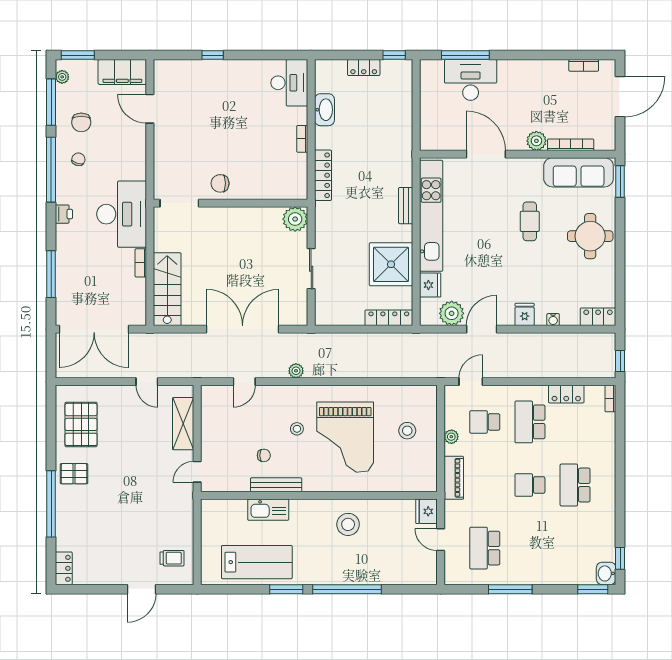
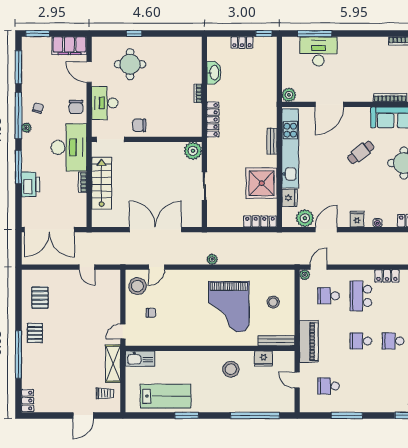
plant: (62, 77) -> (26, 128), moved
desk: (289, 83) -> (105, 103), moved, turned 180
round table: (207, 98) -> (130, 64), added
chair: (81, 122) -> (76, 107), moved
plant: (536, 141) -> (289, 95), moved
door: (486, 154) -> (329, 104), swing flipped
printer: (64, 214) -> (31, 184), moved, width x1.87, depth x1.48
cafe table: (530, 221) -> (361, 152), turned 53
window: (51, 274) -> (18, 167), moved
stairs: (167, 289) -> (102, 183), moved
plant: (296, 371) -> (212, 259), moved
pallet: (81, 424) -> (40, 298), width x0.67, depth x0.71
shelving: (183, 424) -> (113, 364), moved
stool: (297, 429) -> (137, 286), moved, width x1.89, depth x1.89
plant: (451, 437) -> (305, 275), moved
chair: (264, 455) -> (151, 313), moved
pallet: (74, 474) -> (35, 333), turned 90
piano: (454, 478) -> (309, 341), width x1.37, depth x1.33
bench: (276, 485) -> (276, 341), moved
school desk: (575, 485) -> (393, 341), width x0.54
kitchen sink: (268, 510) -> (140, 359), moved
fridge: (427, 511) -> (263, 359), moved, turned -90
school desk: (485, 548) -> (329, 386), width x0.54
window: (347, 589) -> (255, 415), moved

